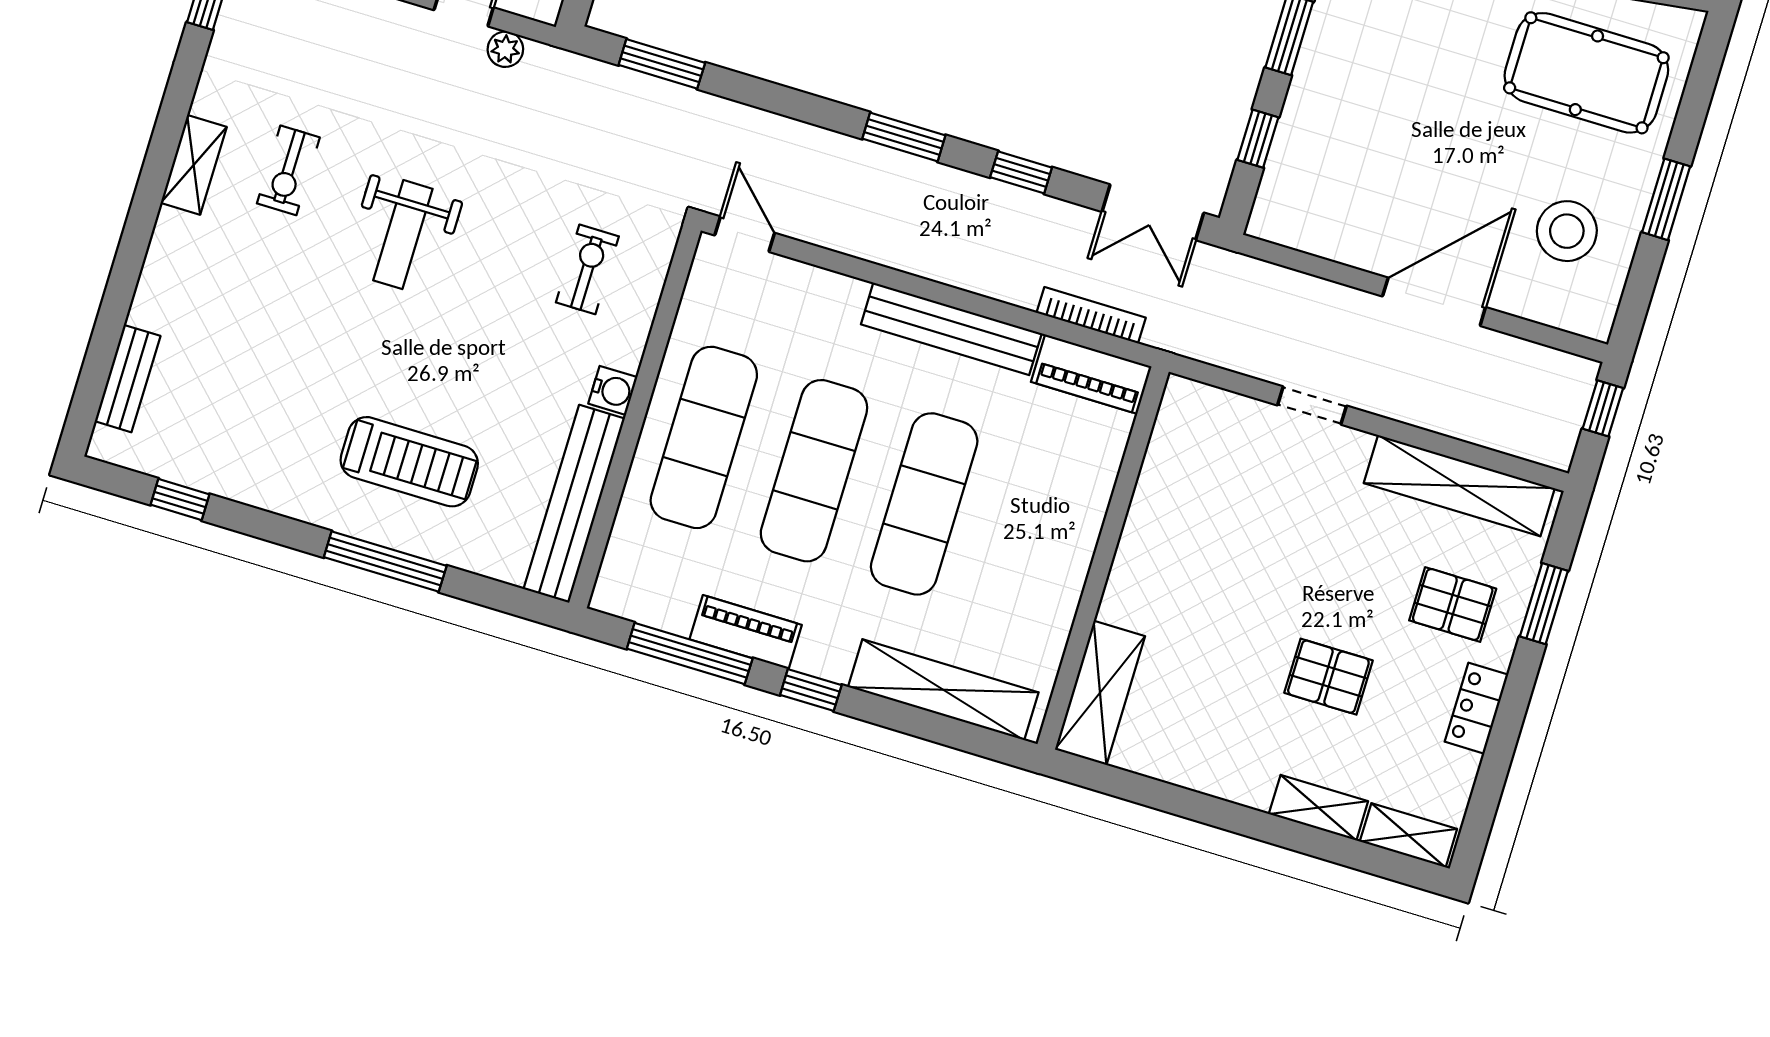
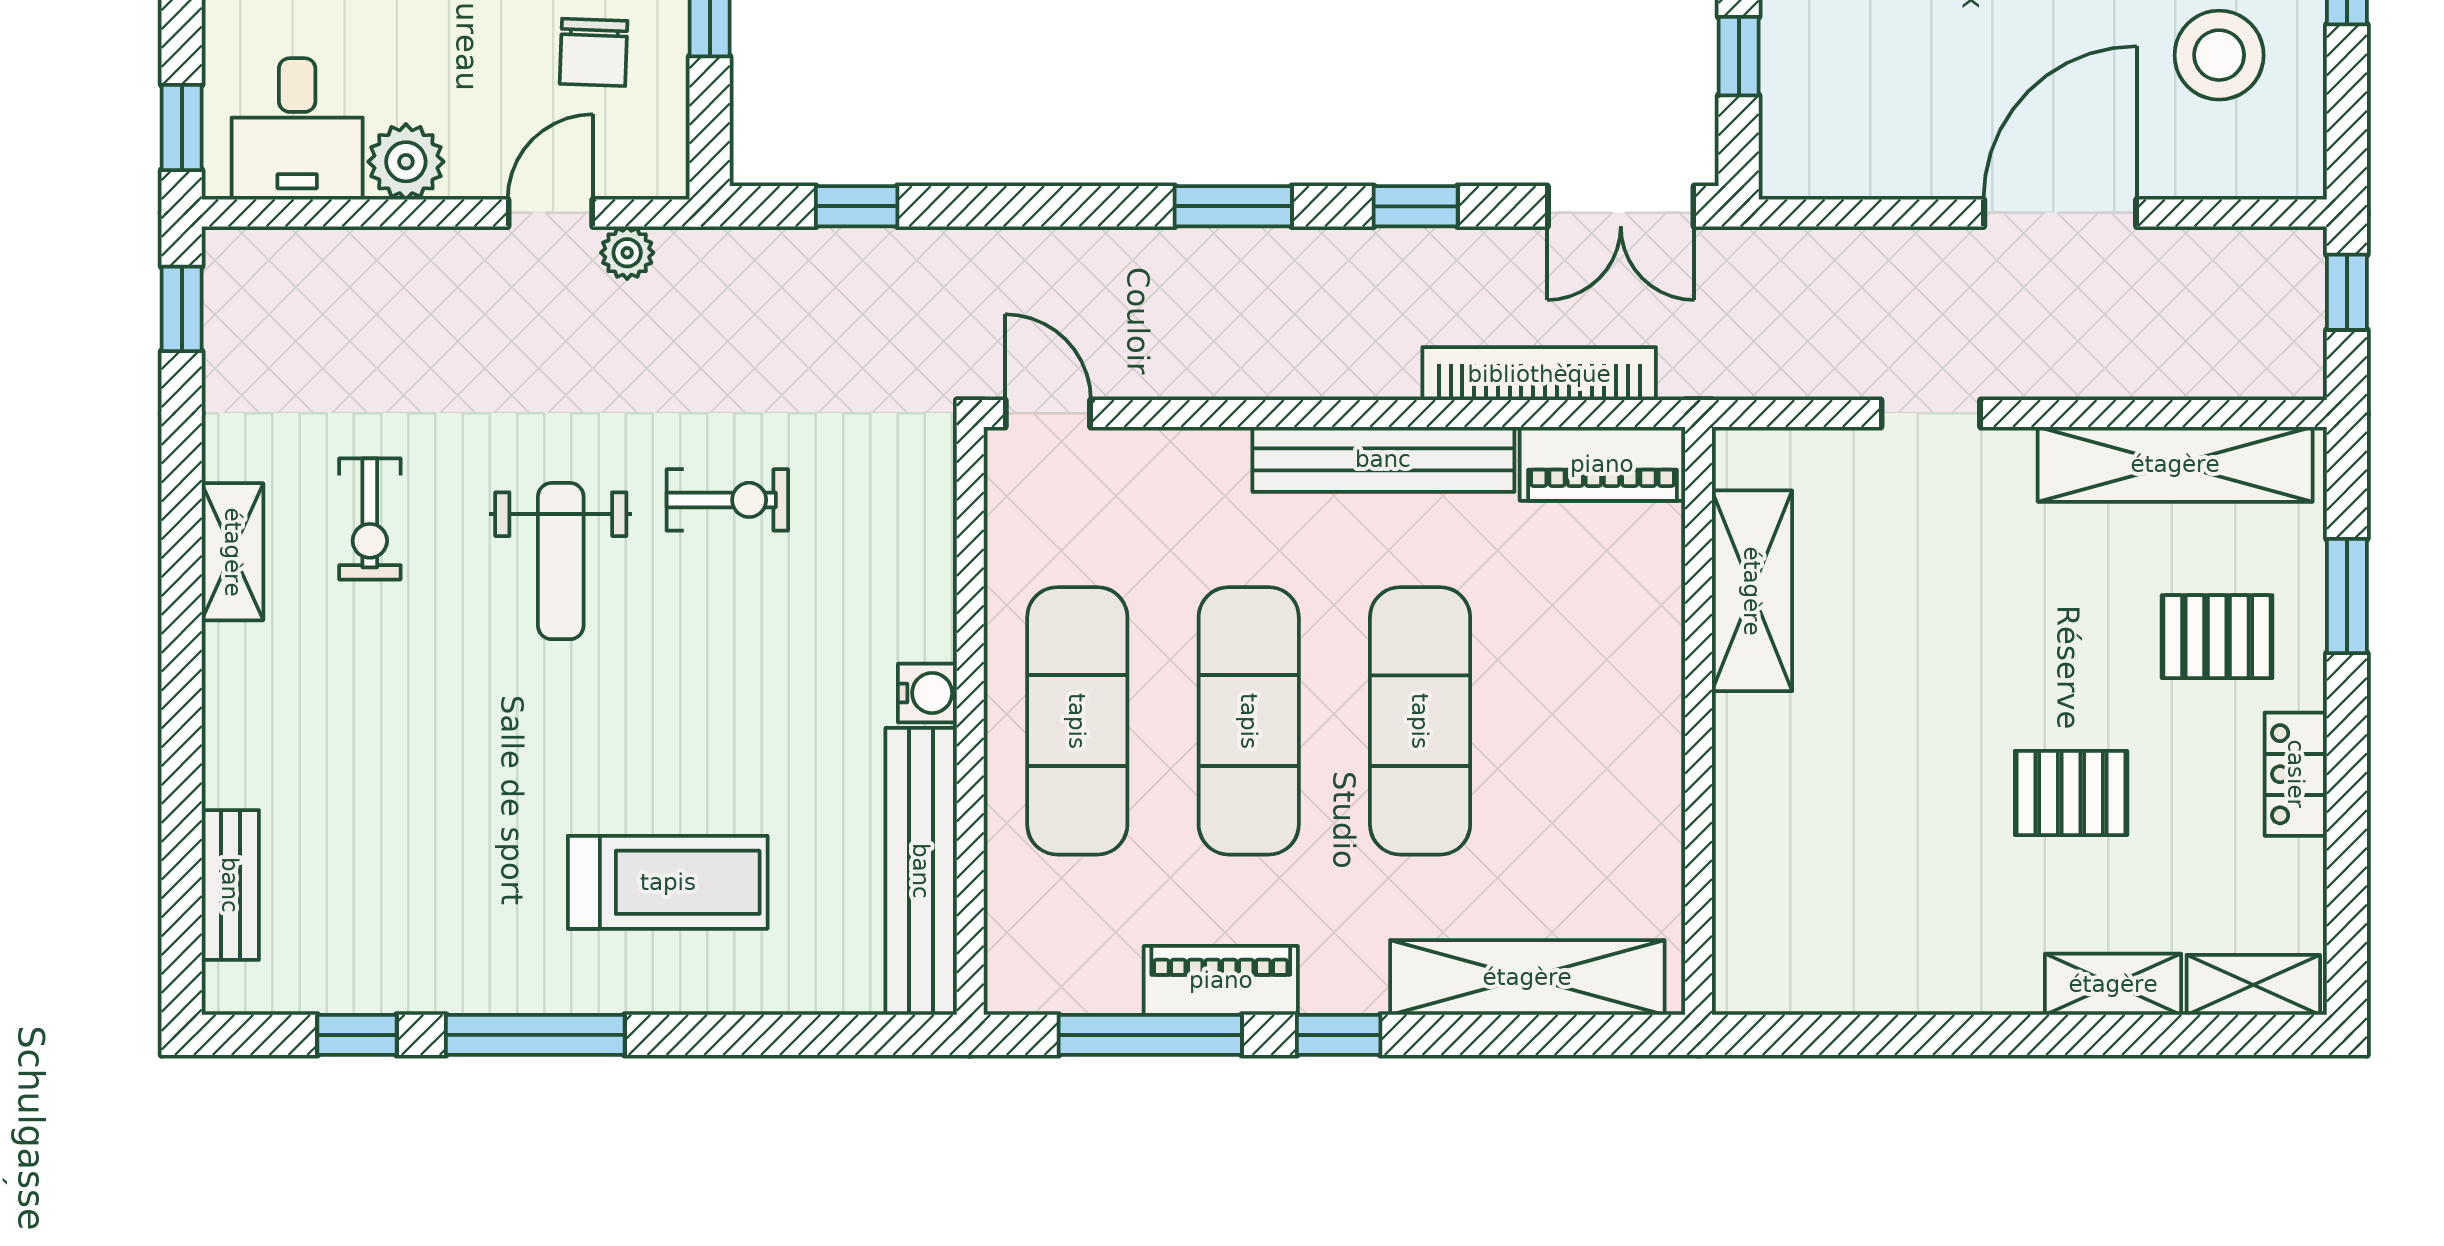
window: (662, 64) -> (857, 206), width x0.67
exercise bike: (587, 269) -> (727, 500), moved, turned 90
bookcase: (1091, 315) -> (1539, 374), width x1.48, depth x1.31
window: (385, 562) -> (535, 1035), moved
shelving: (1100, 693) -> (1752, 591), moved

